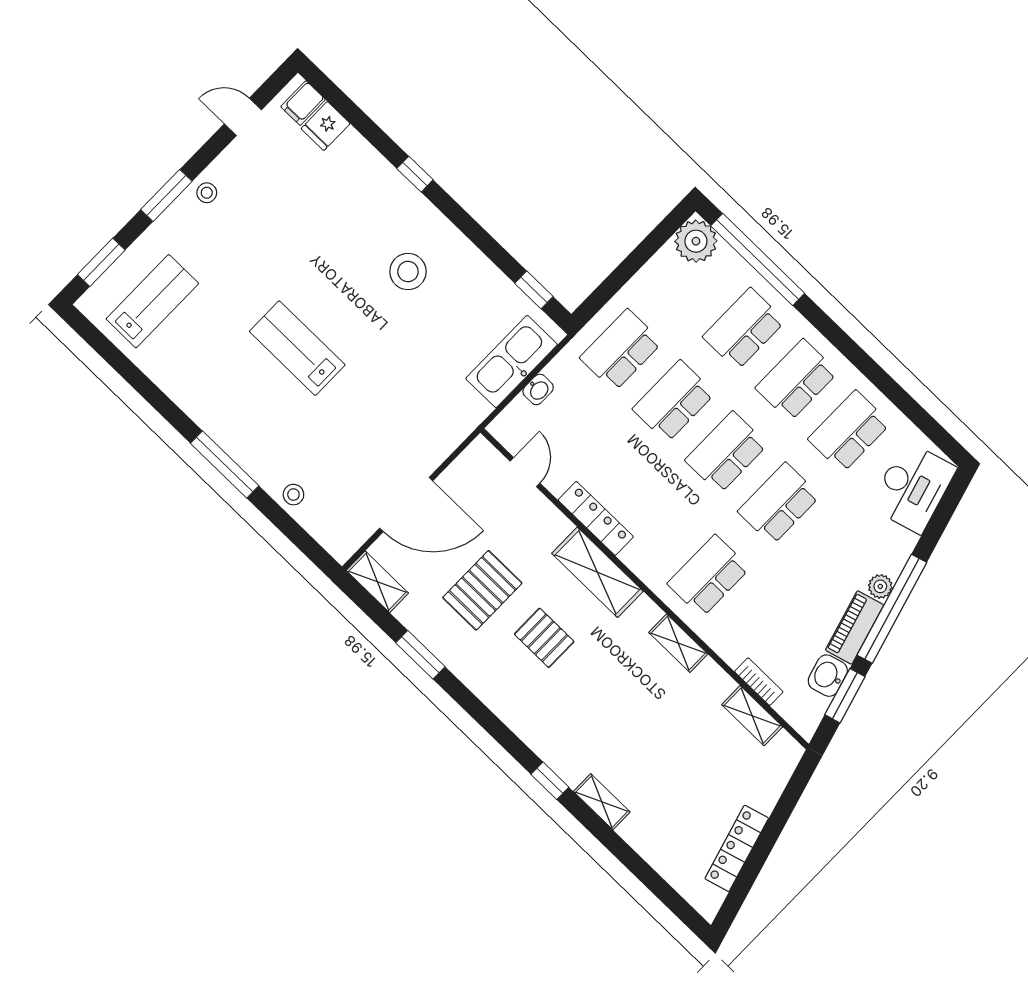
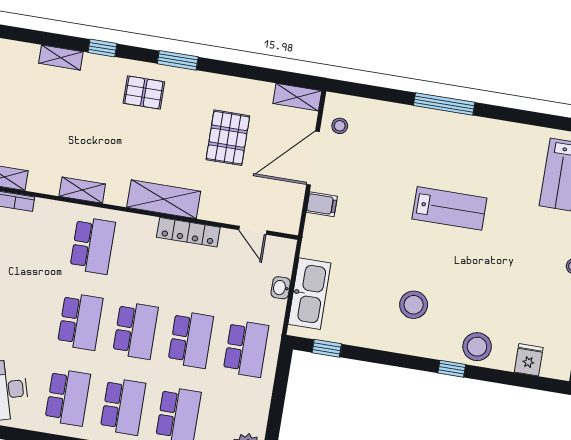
filing cabinet: (303, 103) -> (322, 204), moved, turned 90
stool: (371, 179) -> (477, 347), added
stool: (293, 495) -> (340, 126), moved
pallet: (544, 638) -> (144, 93), moved
window: (420, 655) -> (178, 60), moved

